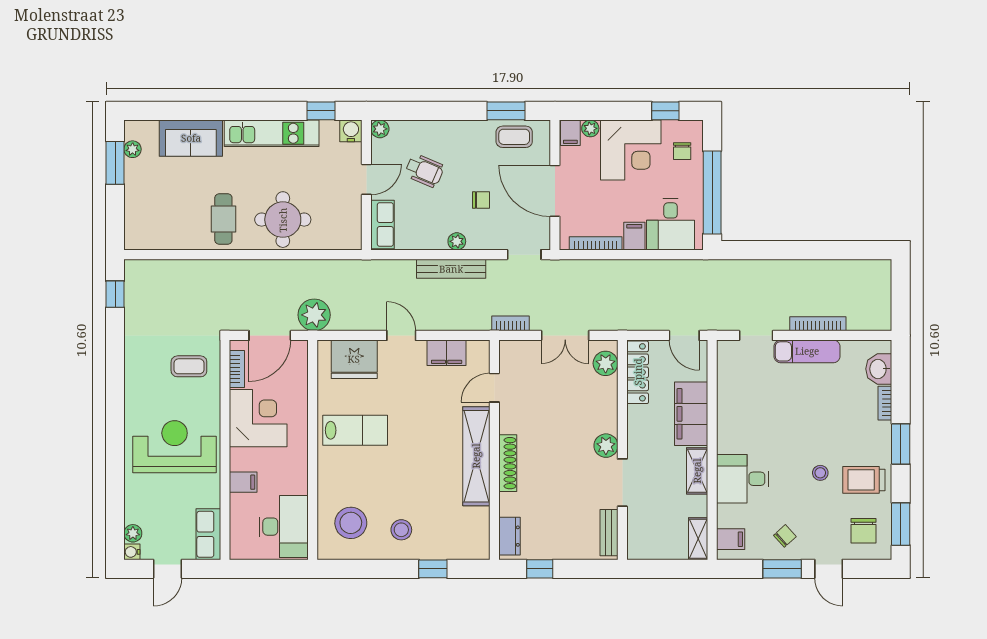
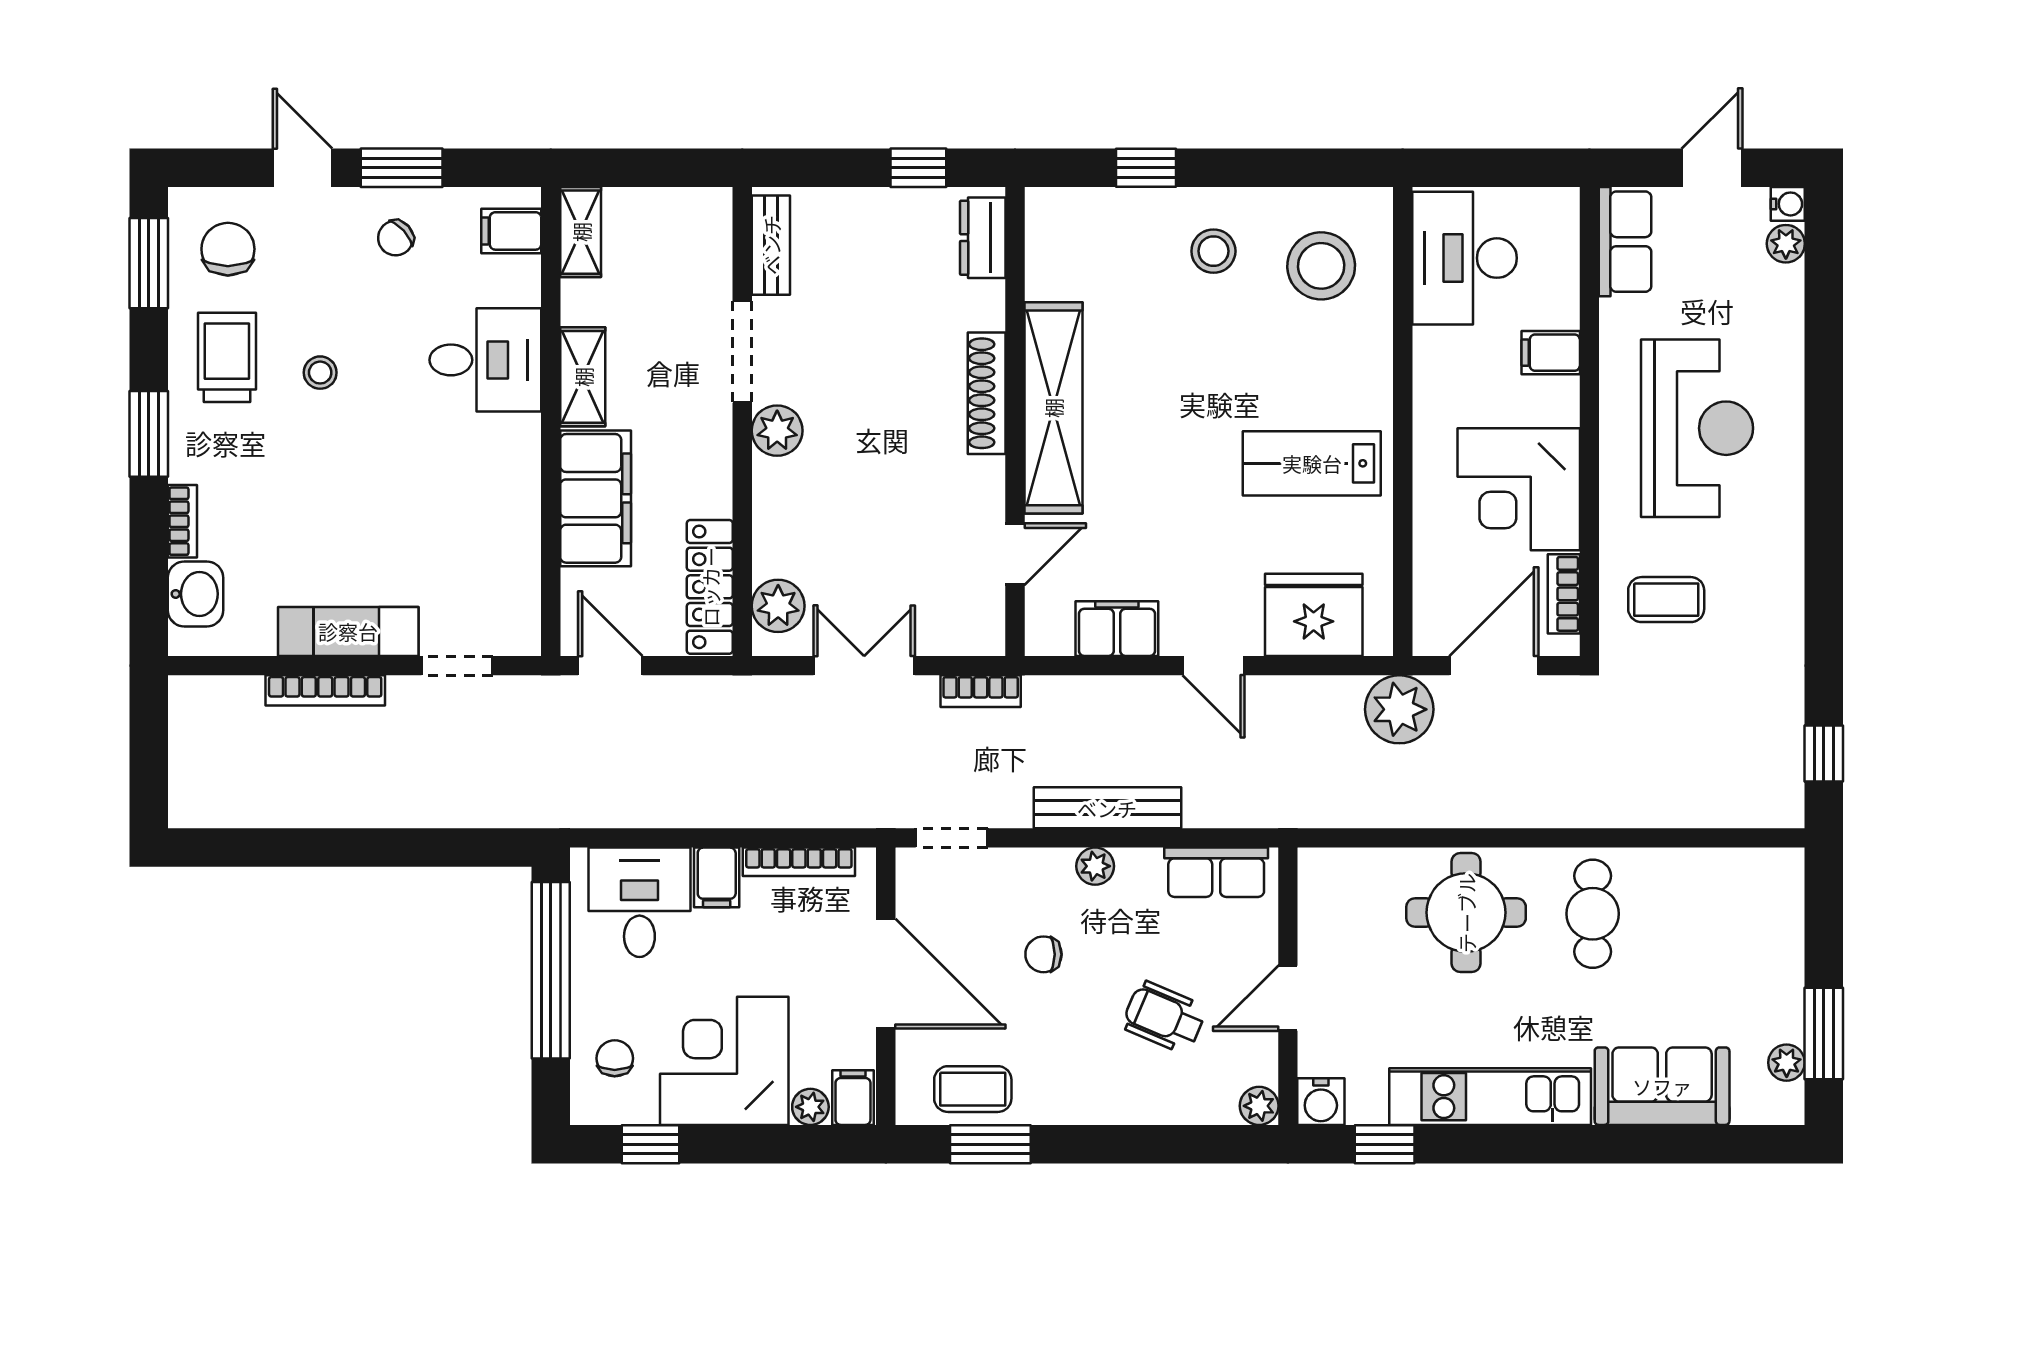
row of seats: (383, 225) -> (1216, 872), moved, turned -90
reception desk: (175, 447) -> (1697, 428), turned -90
trolley: (864, 480) -> (227, 357), turned -90

